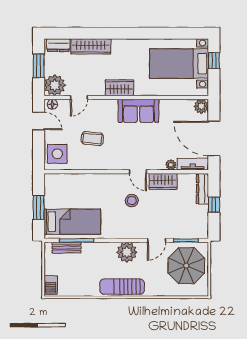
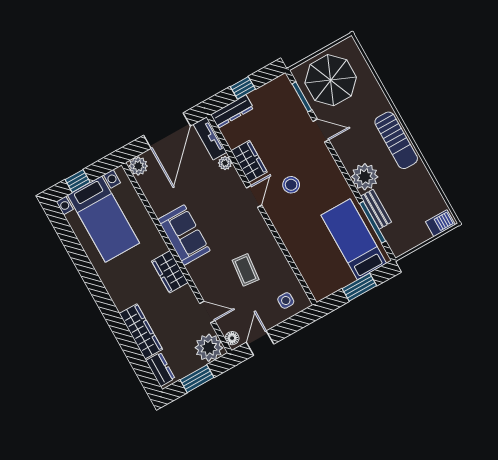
side table: (57, 154) -> (286, 300), width x0.54, depth x0.54
bench: (67, 248) -> (376, 209), moved
plant: (127, 252) -> (365, 177), moved

